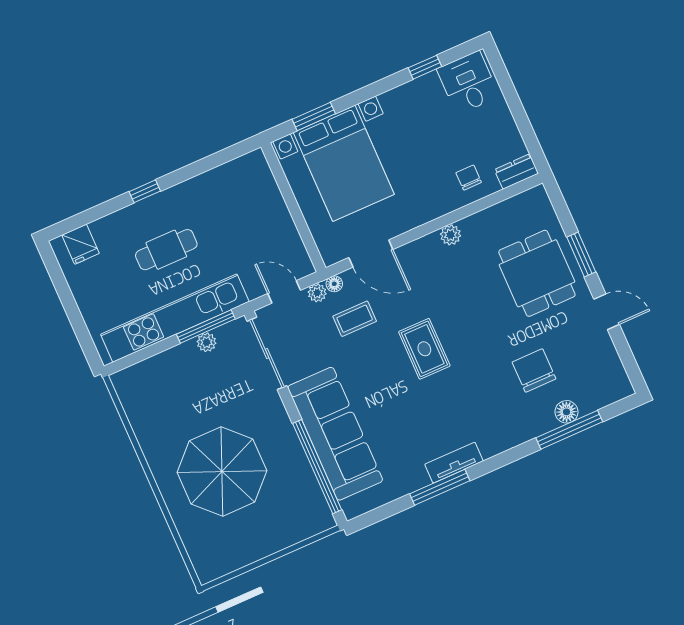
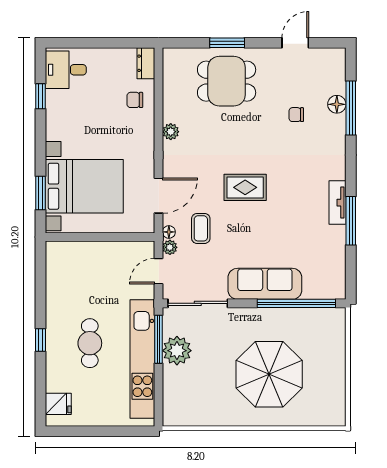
door: (607, 312) -> (295, 43), moved
plant: (207, 342) -> (177, 351), width x1.87, depth x1.87
chair: (534, 371) -> (296, 115), width x0.54, depth x0.54
sofa: (335, 434) -> (265, 284), width x0.74, depth x0.79

